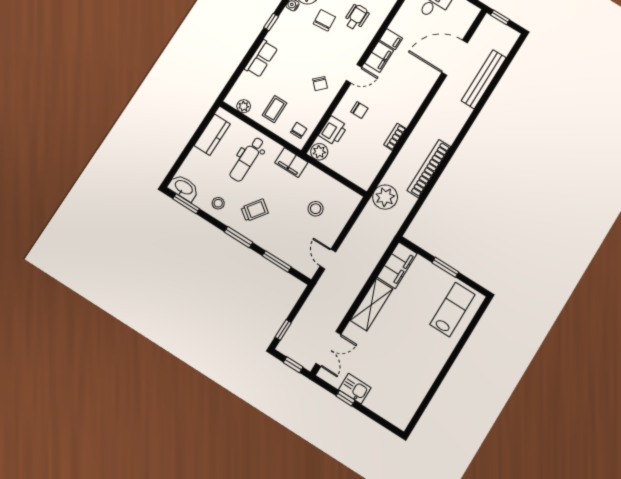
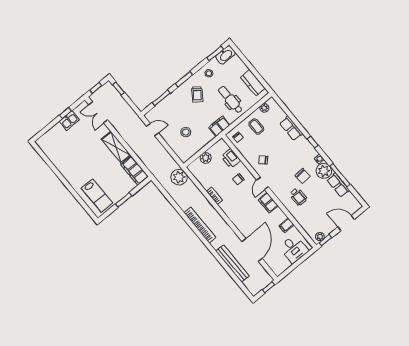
filing cabinet: (391, 39) -> (286, 225), moved
plant: (319, 152) -> (206, 158), moved
bookcase: (429, 169) -> (200, 225), moved

